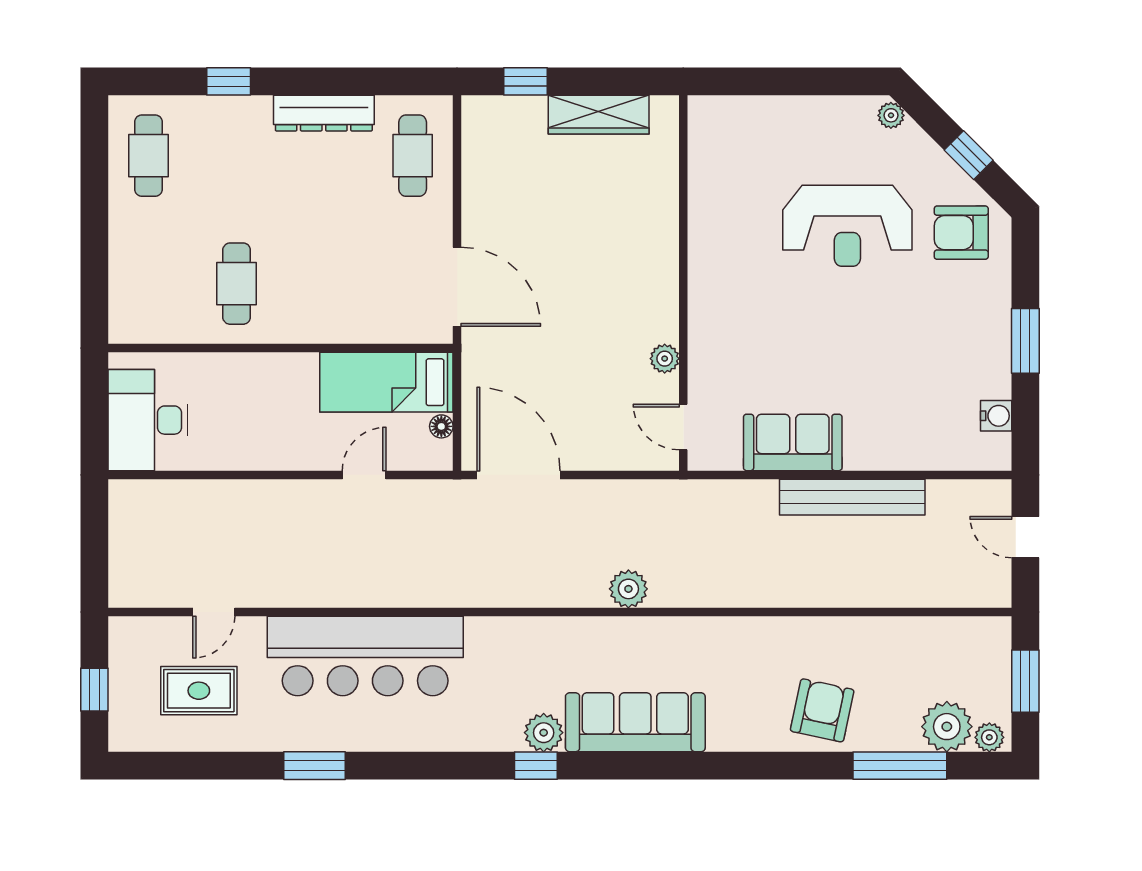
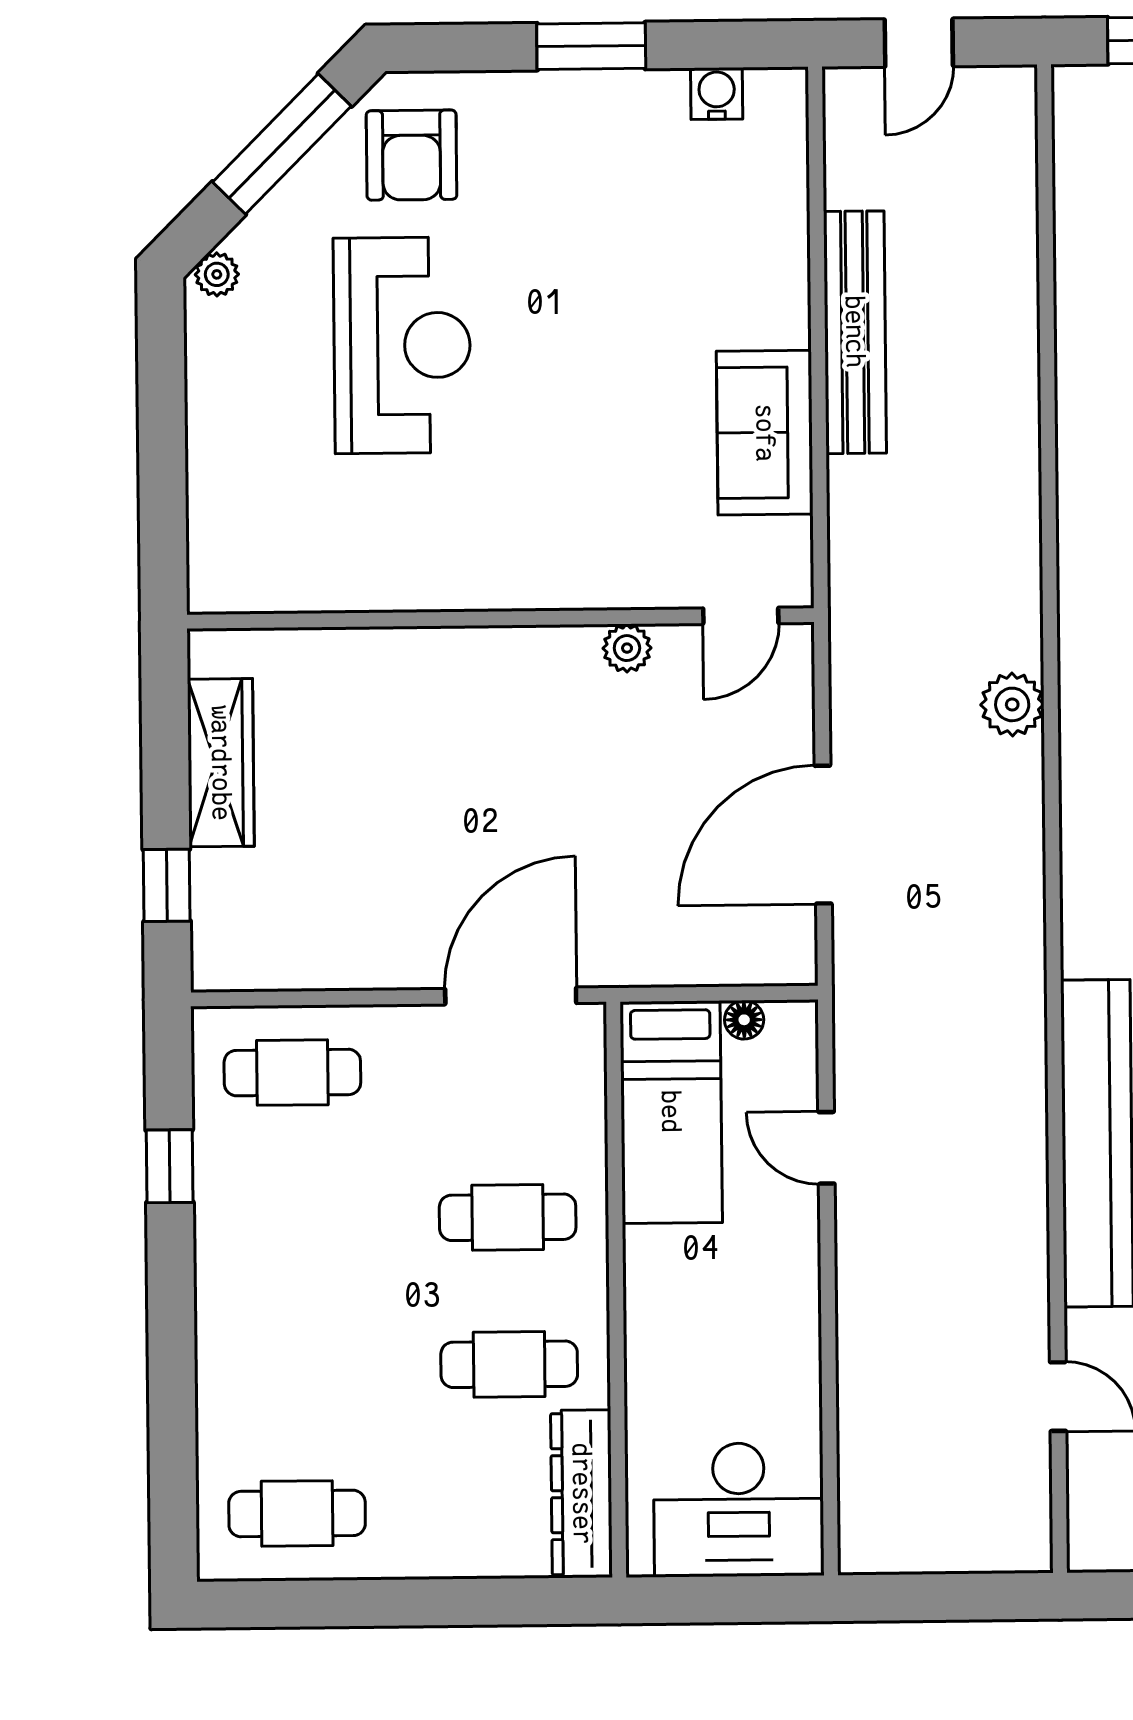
window: (229, 81) -> (170, 1166), moved
dresser: (324, 113) -> (582, 1494), moved, turned 180
window: (969, 155) -> (282, 144), width x2.17
cafe table: (325, 284) -> (508, 1217), added
door: (519, 475) -> (823, 835), moved

